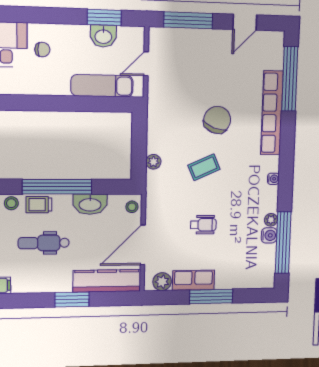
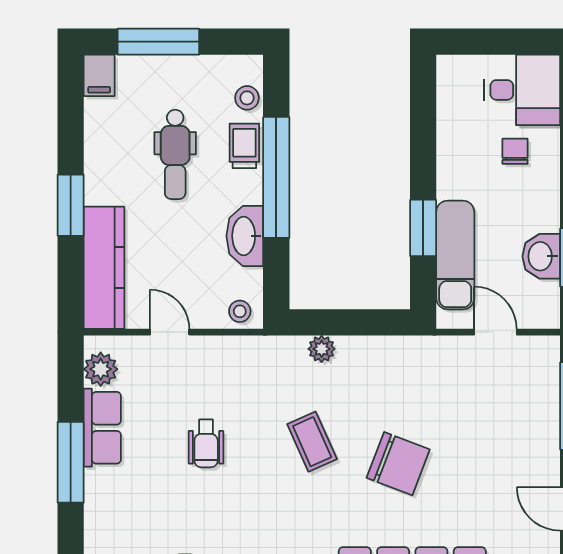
chair: (42, 50) -> (515, 151), turned 180
window: (86, 104) -> (423, 228), added
dental chair: (44, 243) -> (175, 154), turned 180
door: (143, 245) -> (170, 332), width x0.53

